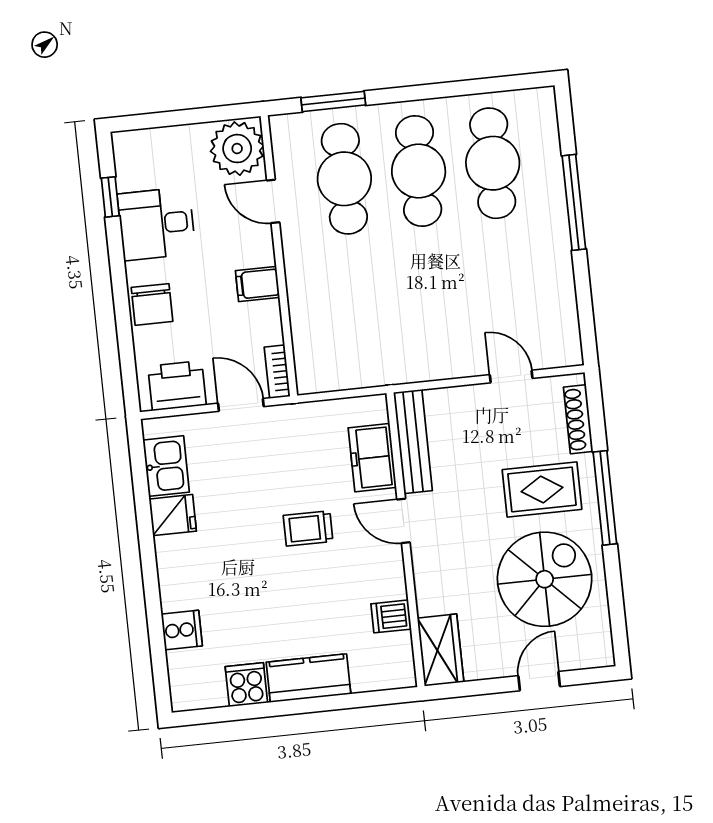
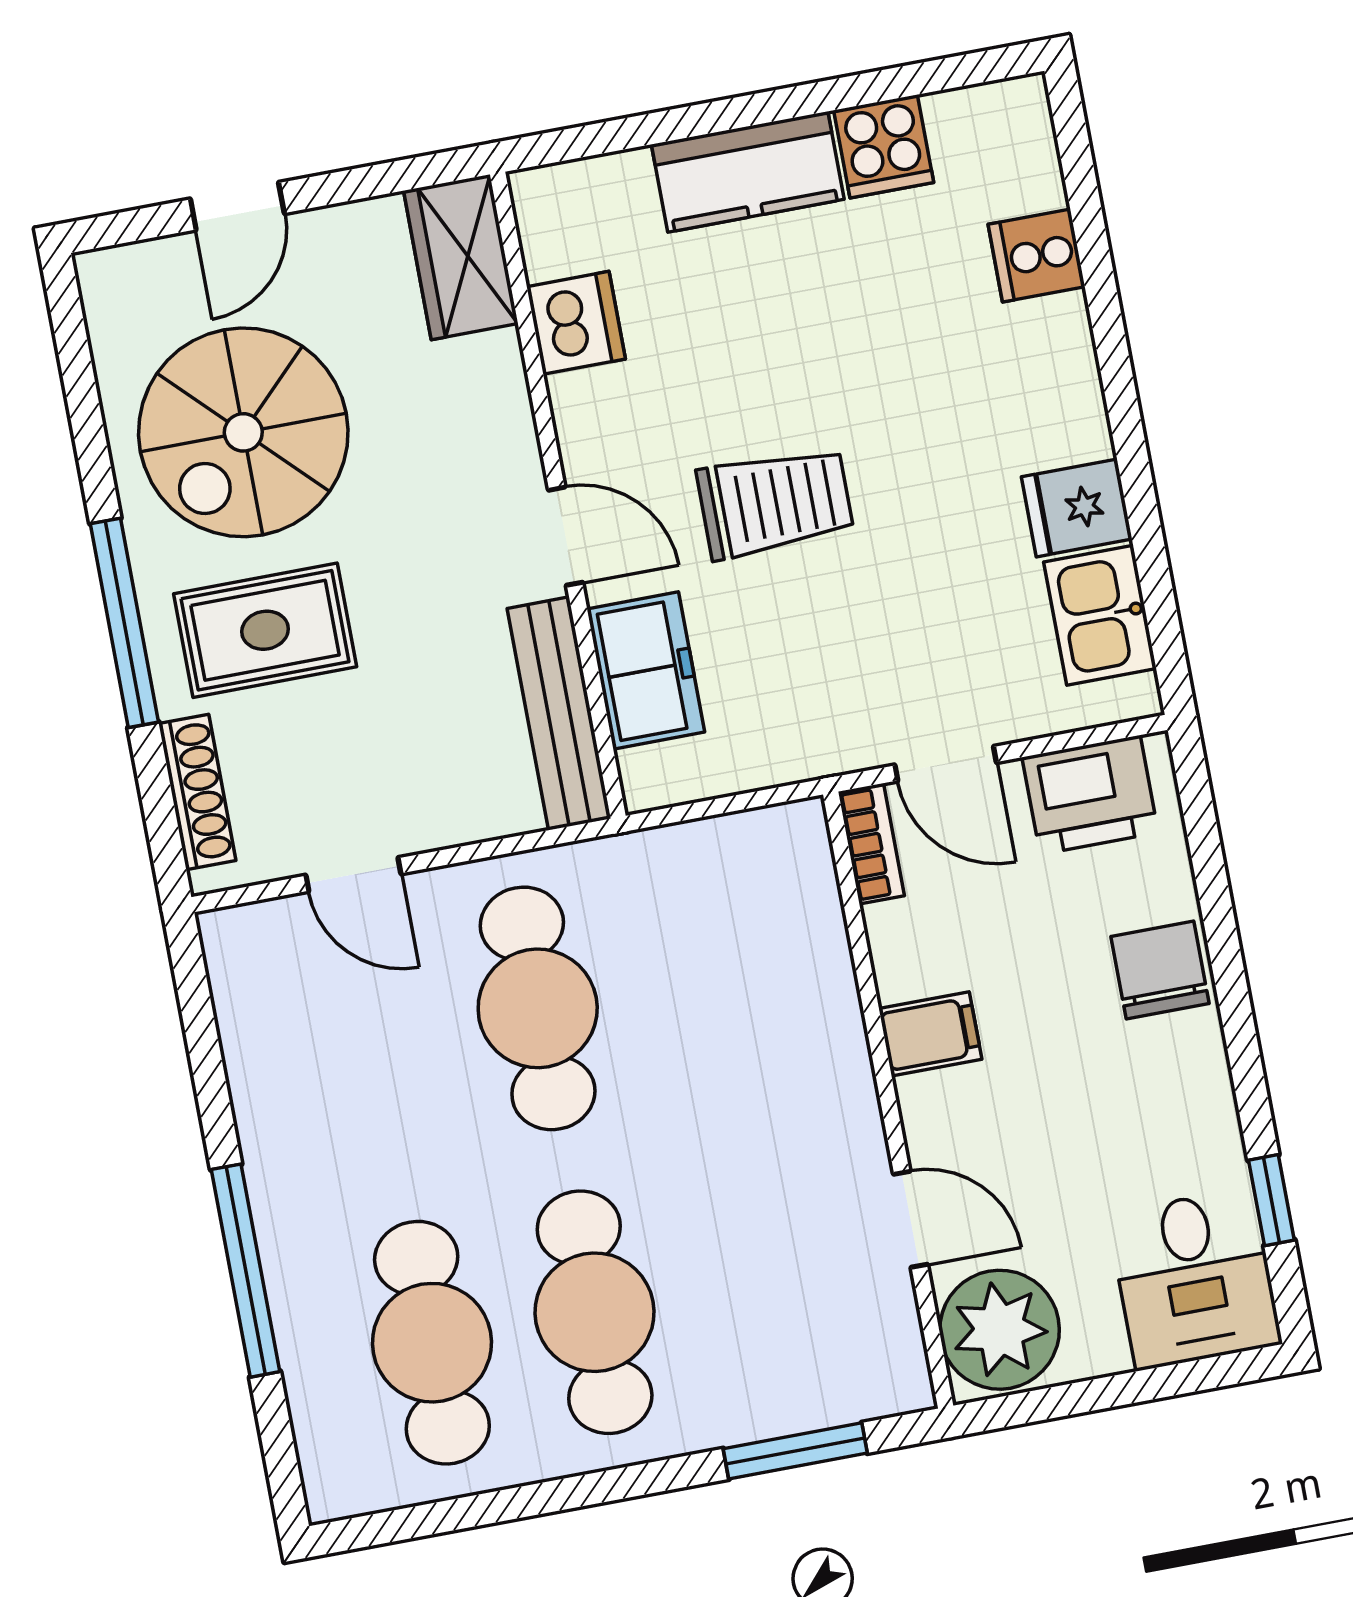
cafe table: (344, 179) -> (538, 1008), moved
desk: (157, 224) -> (1195, 1279), moved, turned 90
trolley: (308, 528) -> (775, 503), width x1.36, depth x1.39
dishwasher: (391, 616) -> (576, 323), width x1.38

